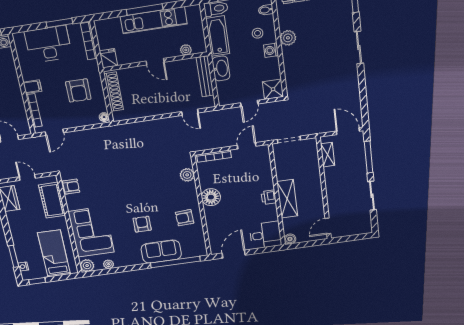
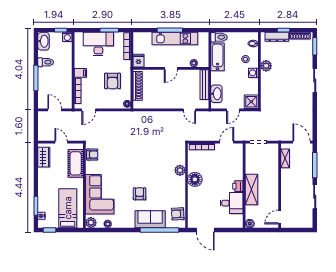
door: (155, 62) -> (171, 68), hinge flipped
washbasin: (221, 68) -> (216, 94), moved
plant: (187, 175) -> (180, 170), moved
armchair: (185, 218) -> (178, 214), moved
desk: (265, 235) -> (232, 203), moved
door: (234, 254) -> (205, 230), swing flipped

